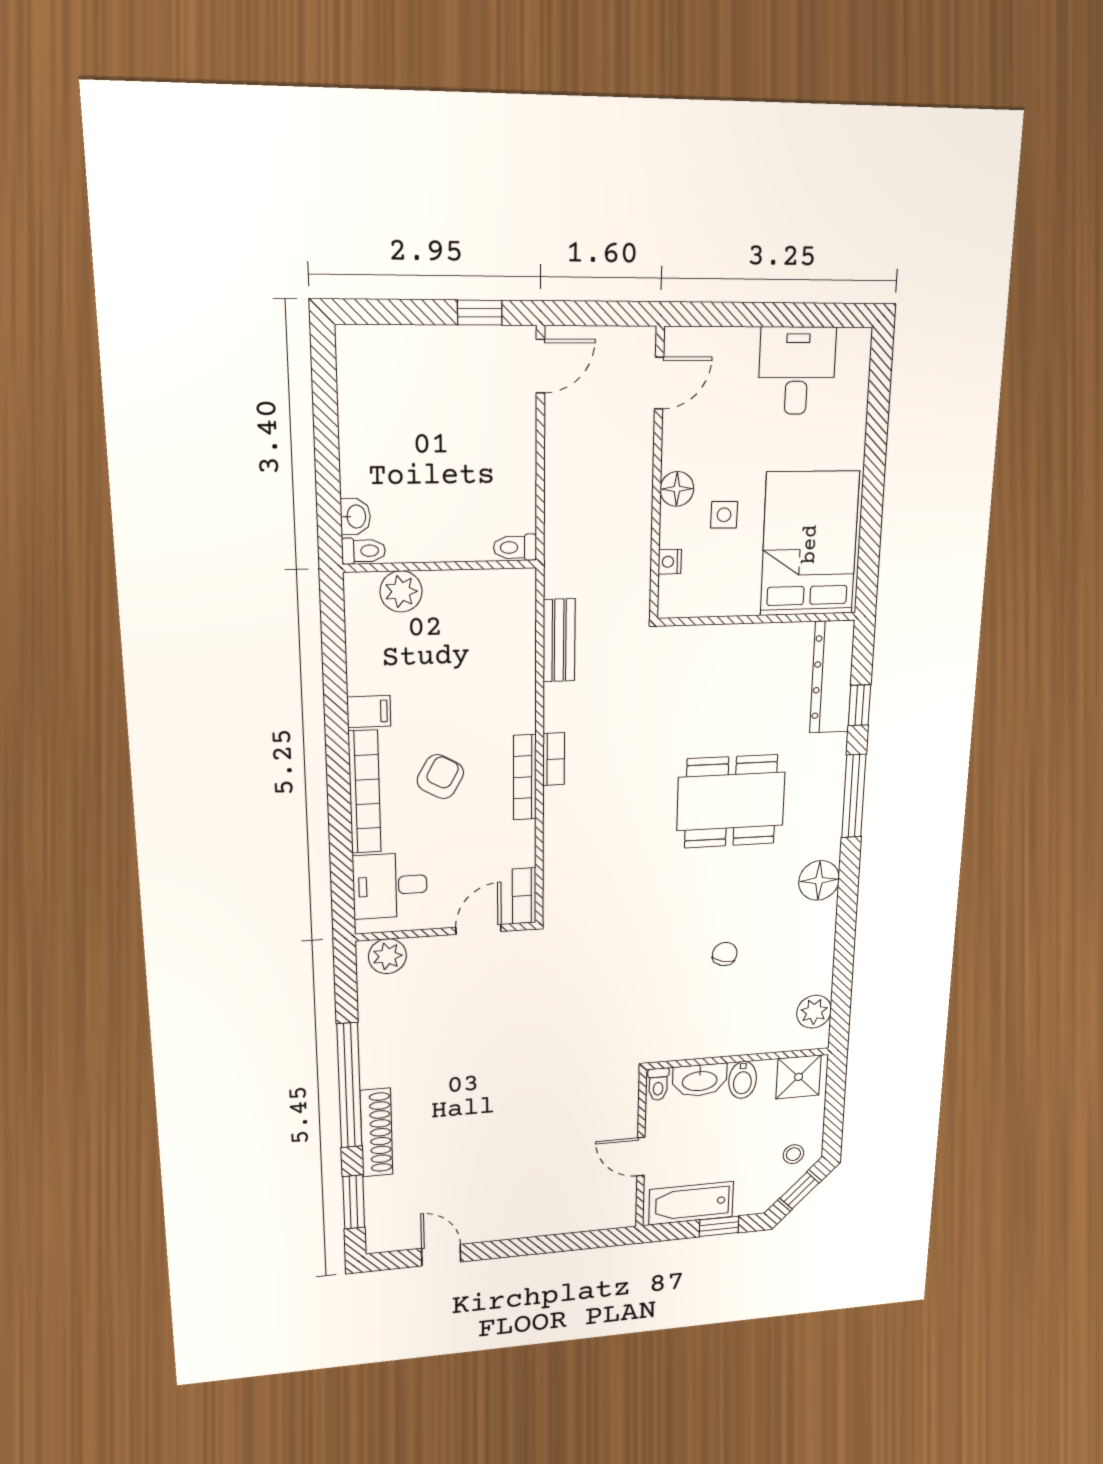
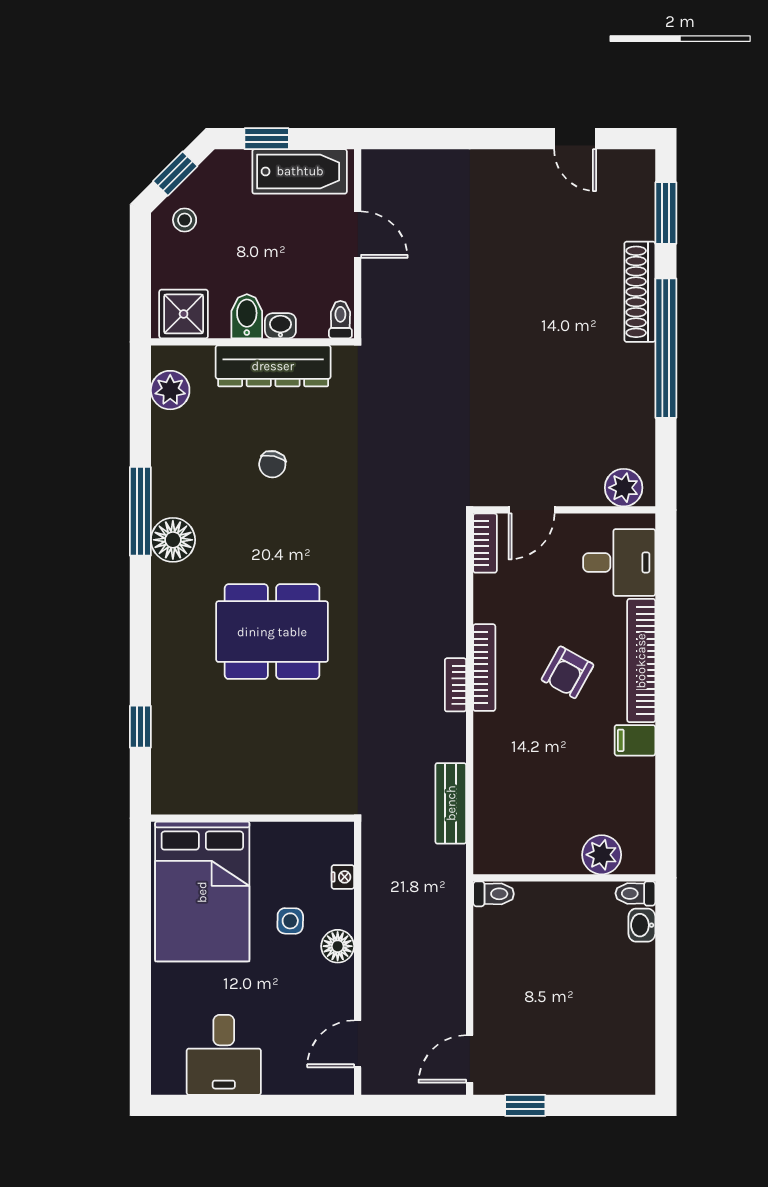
dresser: (832, 677) -> (273, 366), moved, turned 90
window: (854, 796) -> (140, 511), moved
washbasin: (700, 1080) -> (280, 326), width x0.52, depth x0.69

